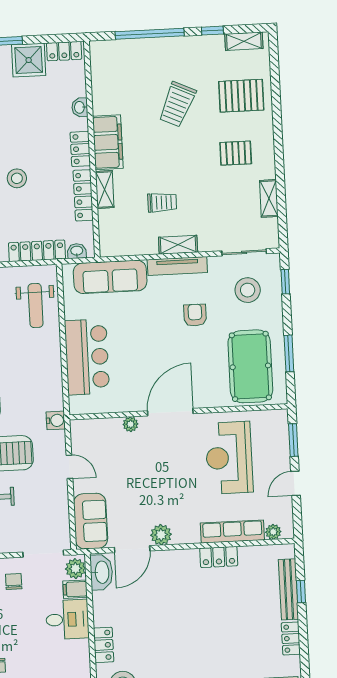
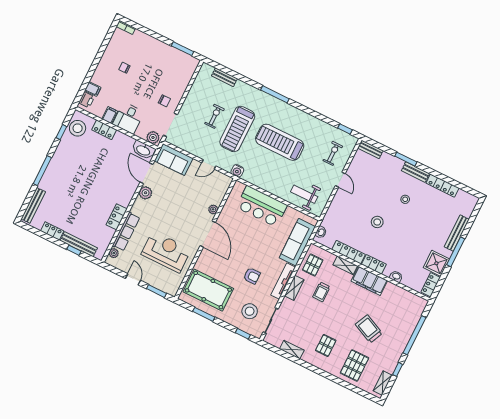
pallet: (131, 236) -> (313, 265), added
locker: (37, 251) -> (333, 211), removed
filing cabinet: (75, 589) -> (110, 115), moved

